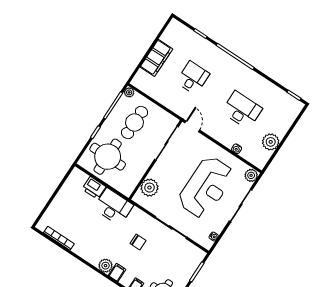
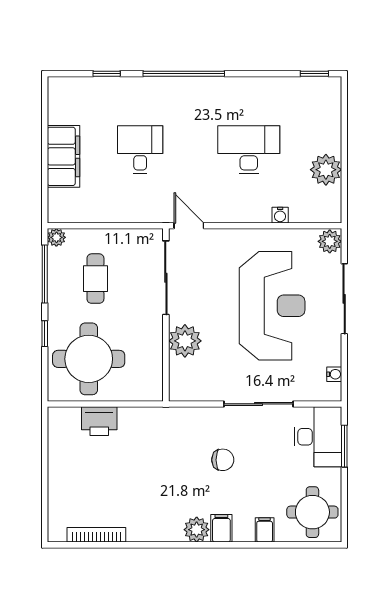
cafe table: (135, 122) -> (95, 279), width x0.73, depth x0.74
plant: (149, 188) -> (185, 341), moved
desk: (113, 207) -> (318, 437), moved, turned 90

